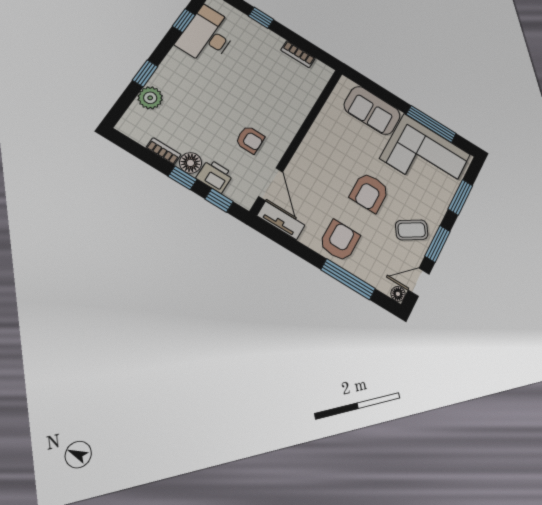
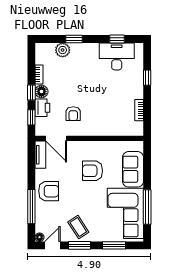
door: (271, 184) -> (56, 138), hinge flipped
armchair: (369, 192) -> (92, 171), moved
door: (419, 282) -> (52, 245), hinge flipped

